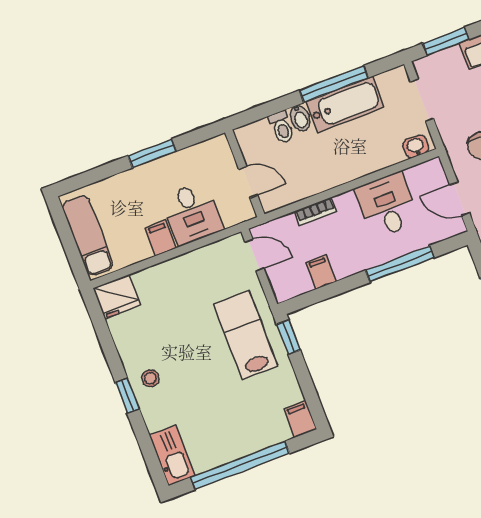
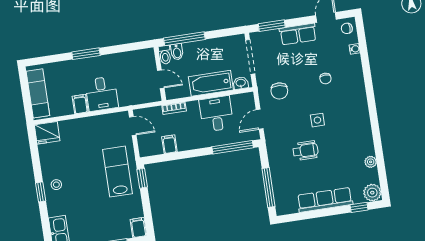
window: (334, 84) -> (184, 39), moved
doorway: (422, 100) -> (250, 57), width x1.38
bathtub: (345, 104) -> (211, 83), moved, turned 180
wall: (245, 173) -> (160, 74), moved
door: (248, 182) -> (161, 79), moved
door: (460, 199) -> (260, 119), hinge flipped
window: (400, 264) -> (233, 147), moved

